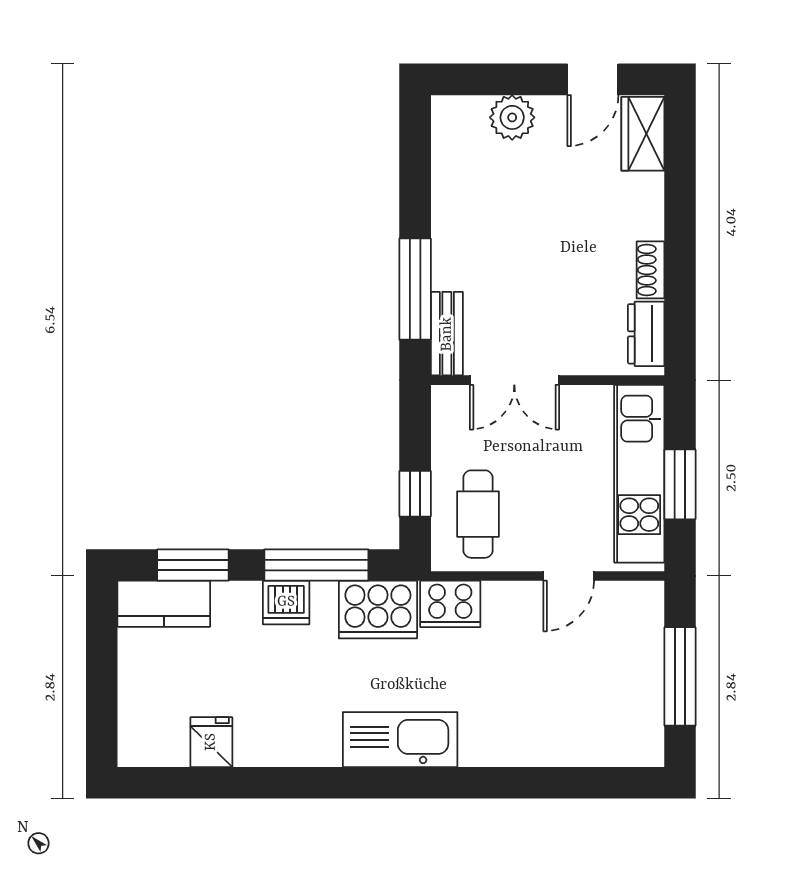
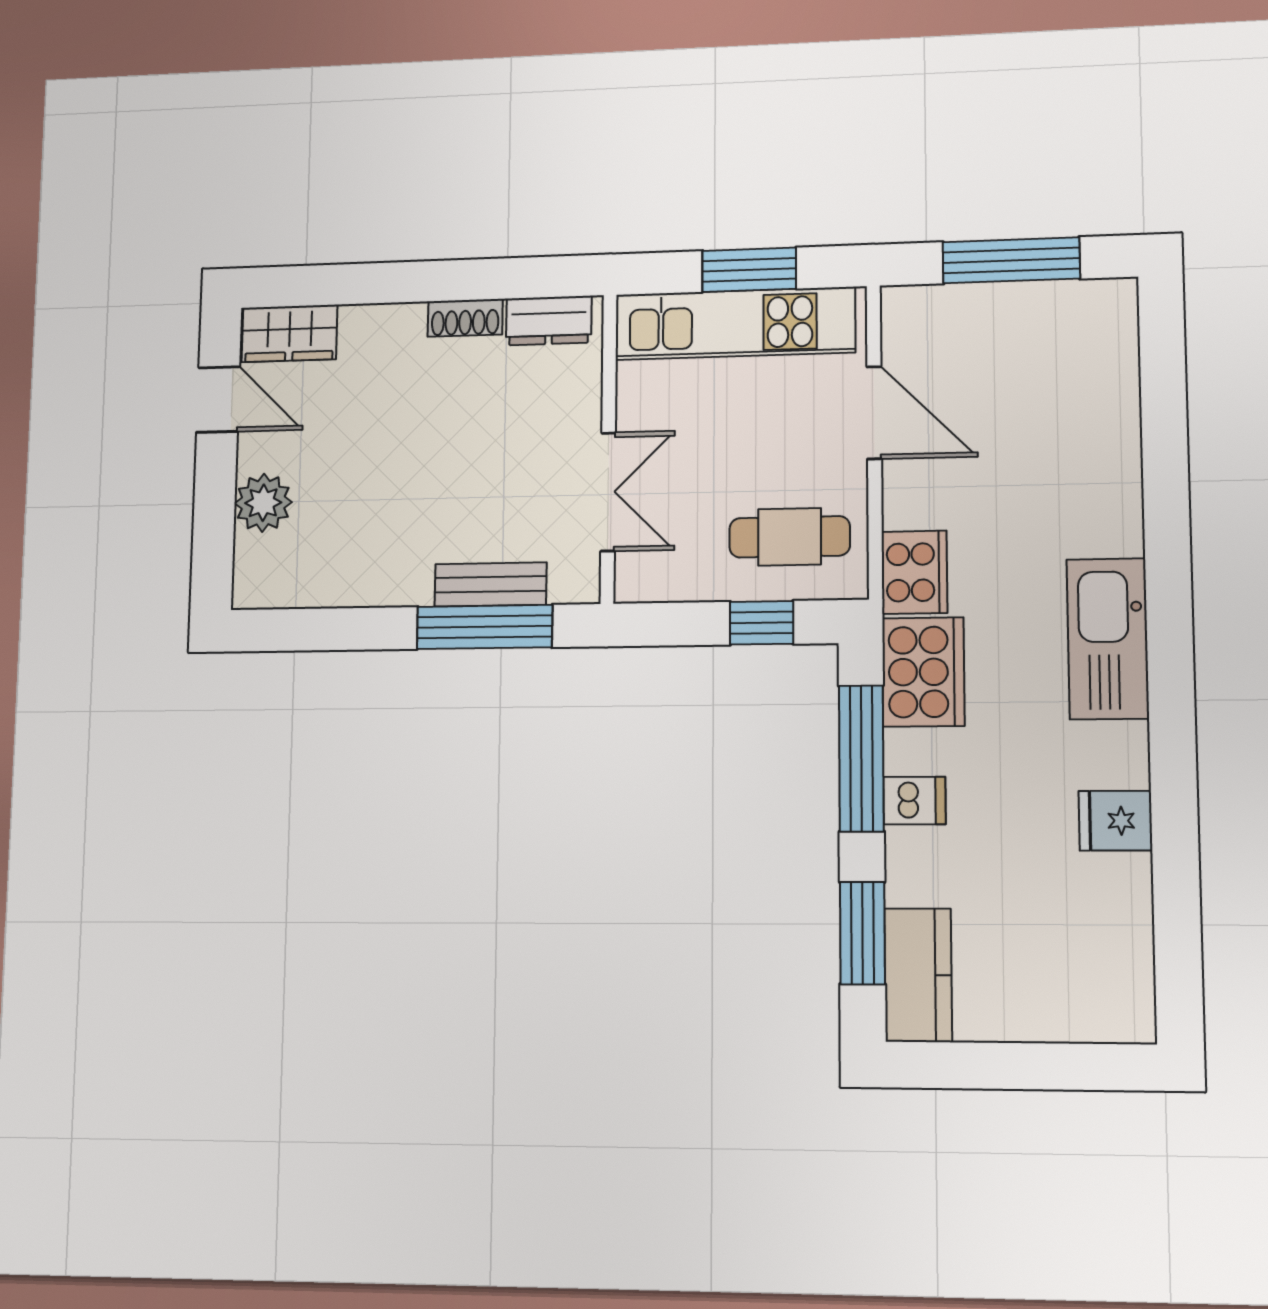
bench: (447, 334) -> (490, 584), moved
door: (569, 576) -> (874, 413), width x1.38
dishwasher: (286, 602) -> (914, 801), width x0.73
fridge: (211, 742) -> (1115, 821), moved

